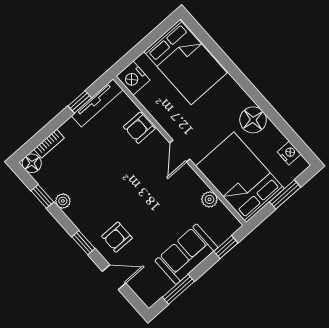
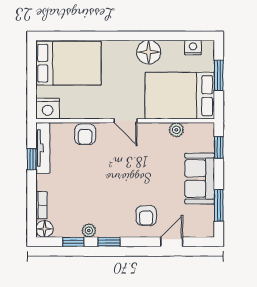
window: (83, 243) -> (109, 242), moved

